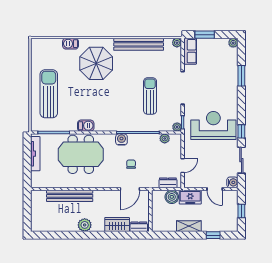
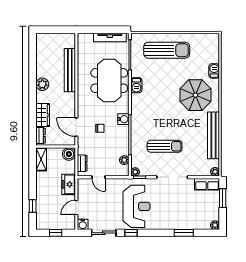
boiler: (172, 197) -> (69, 154), moved
shelving: (189, 226) -> (41, 159), moved

